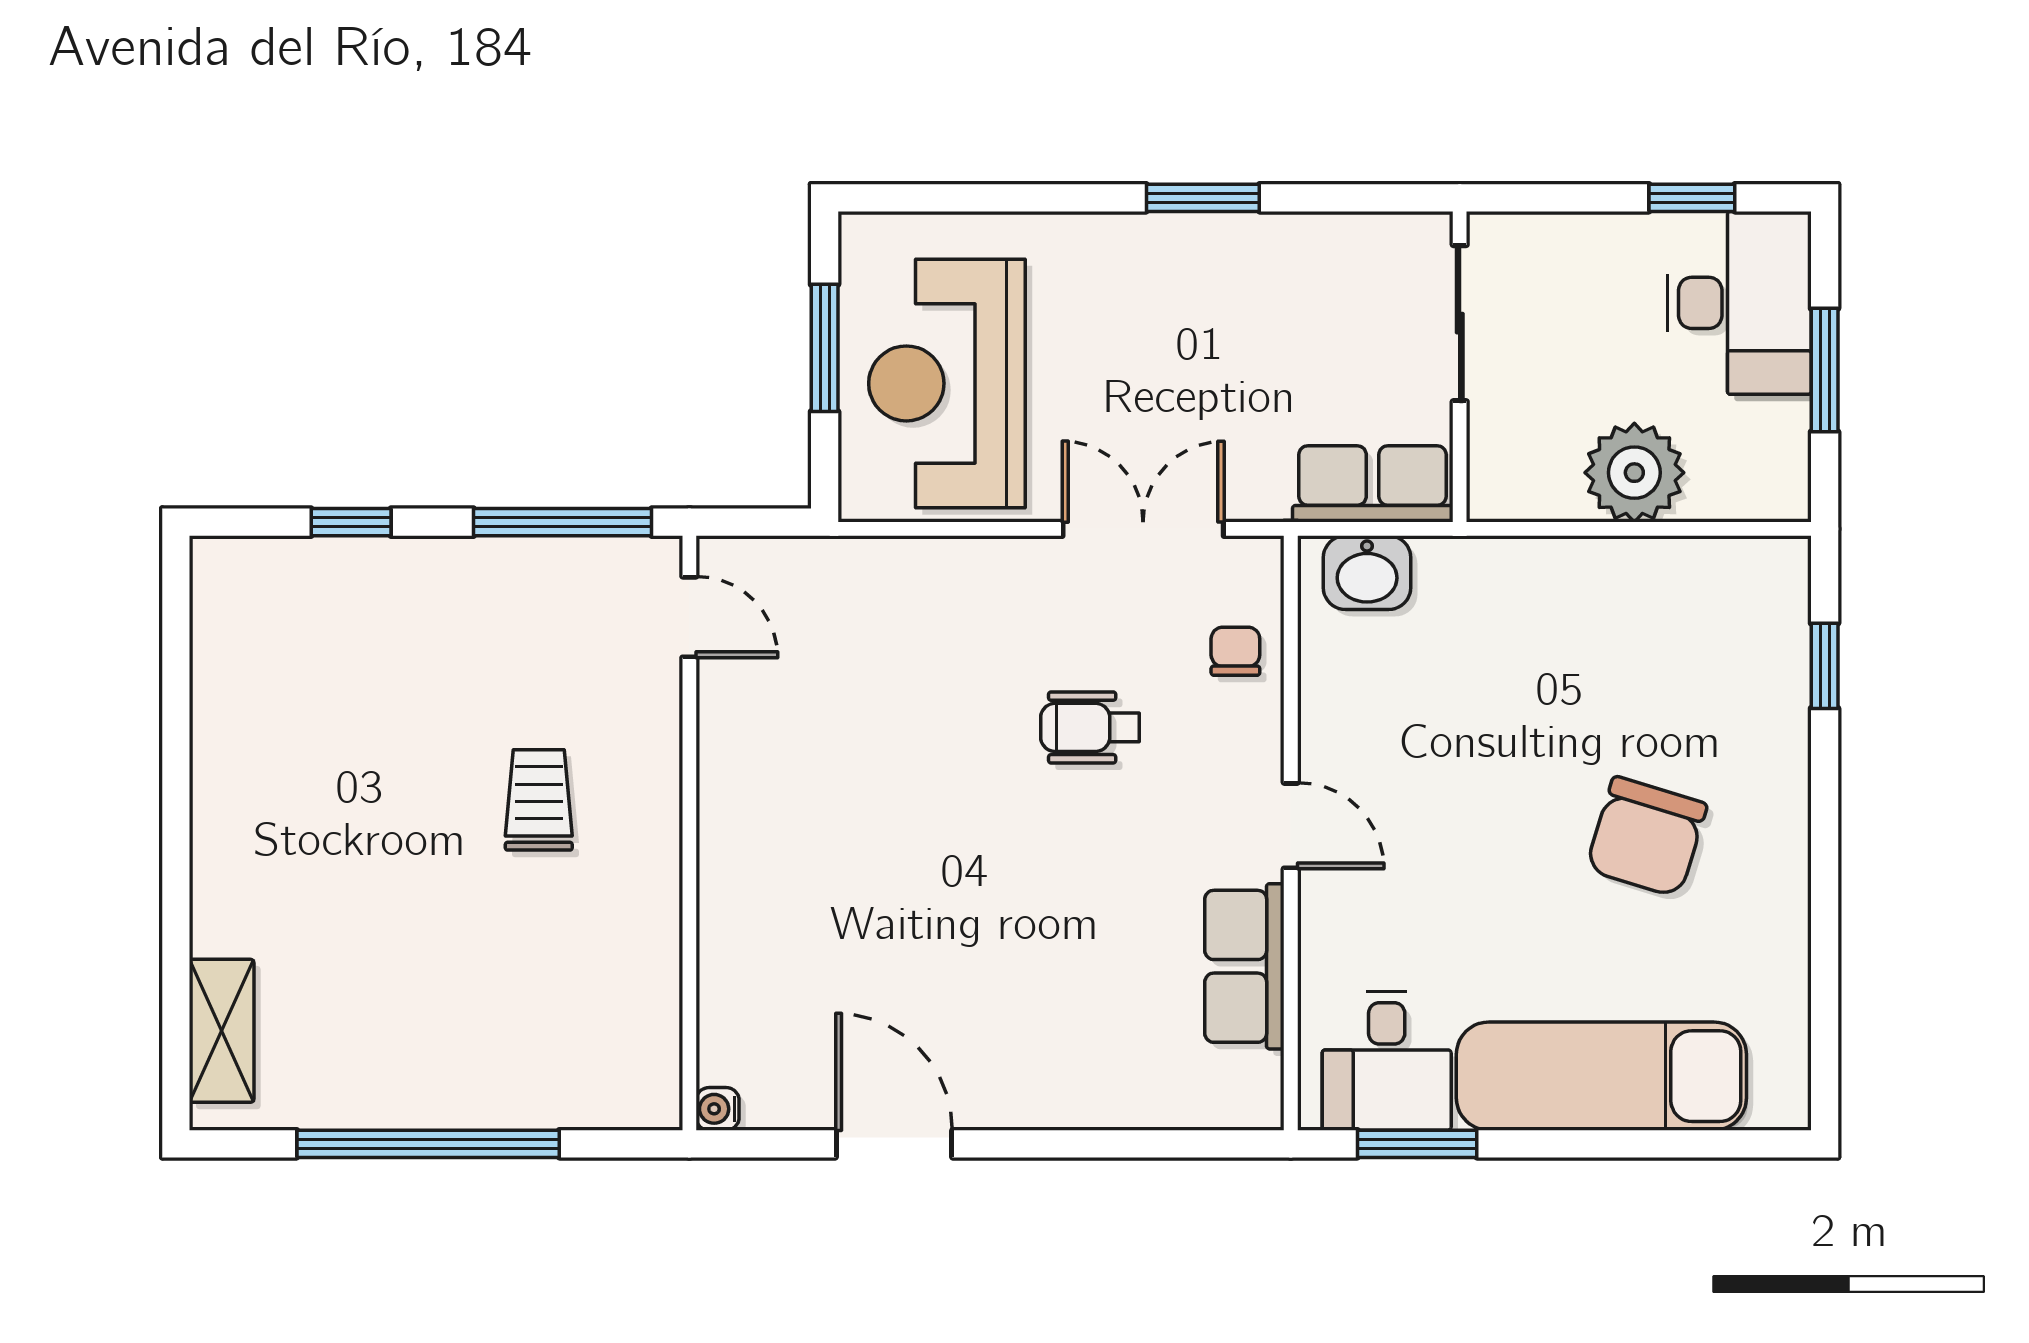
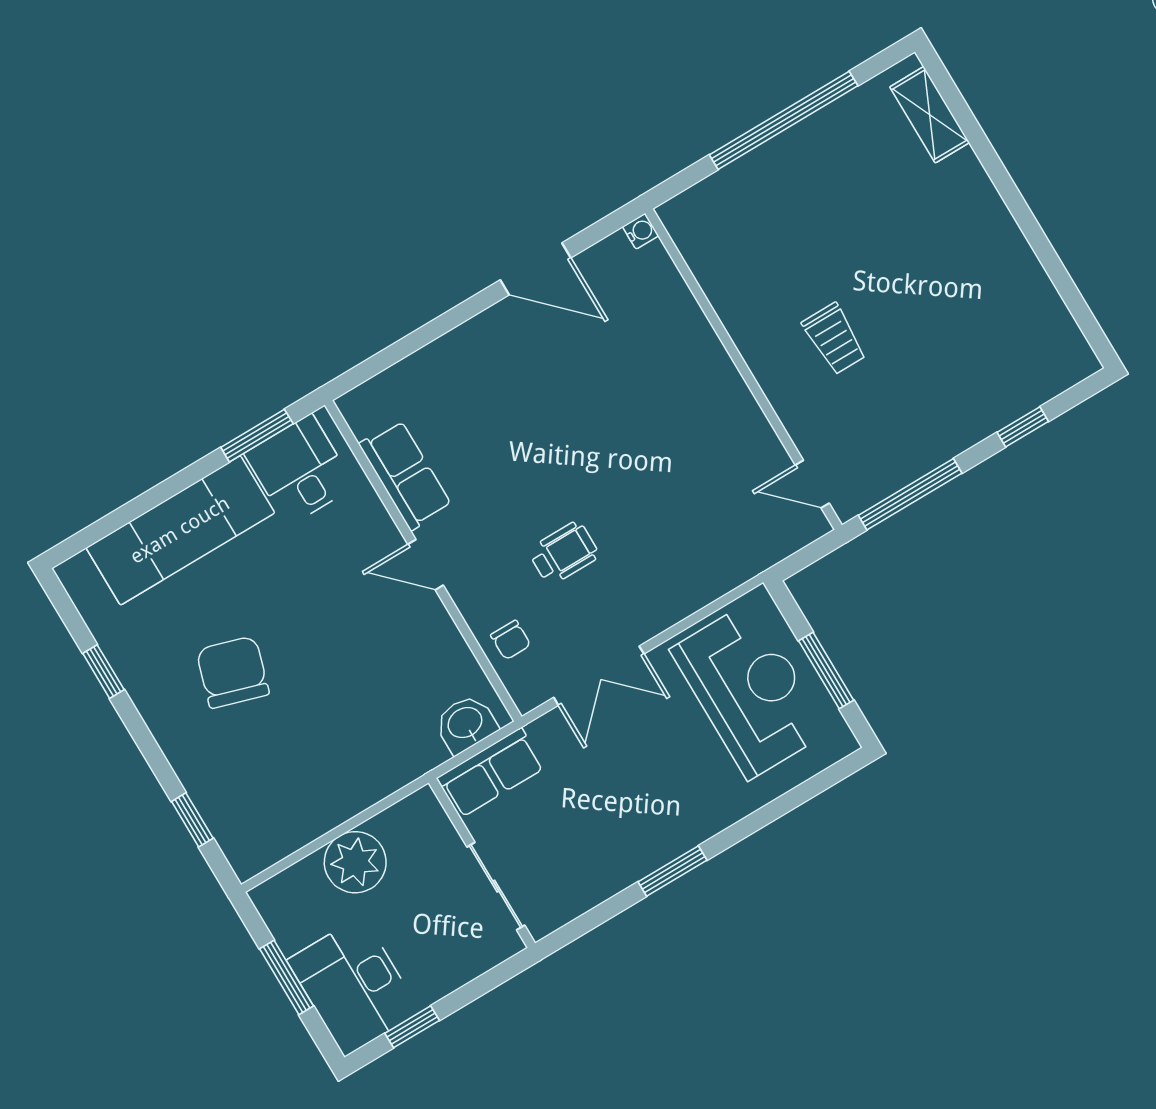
window: (1825, 944) -> (103, 672), added

